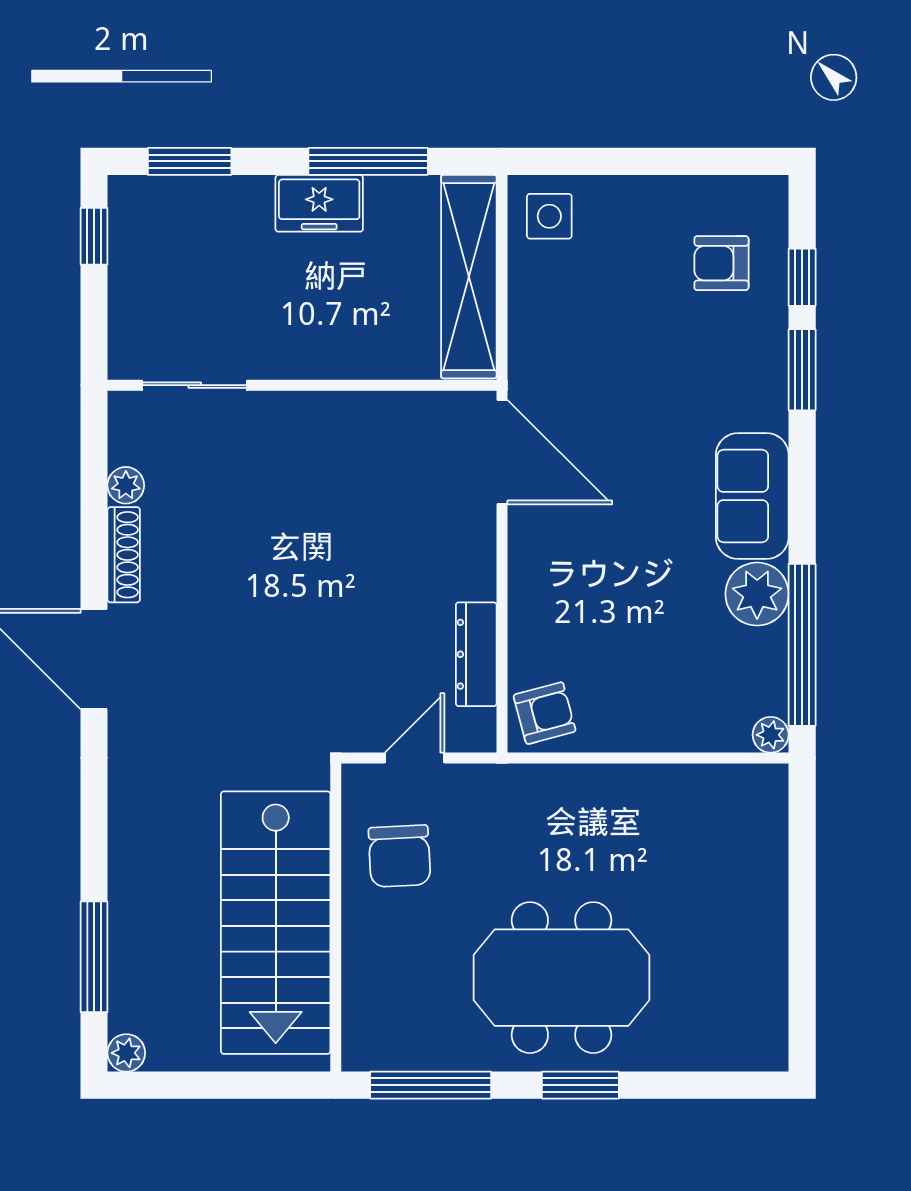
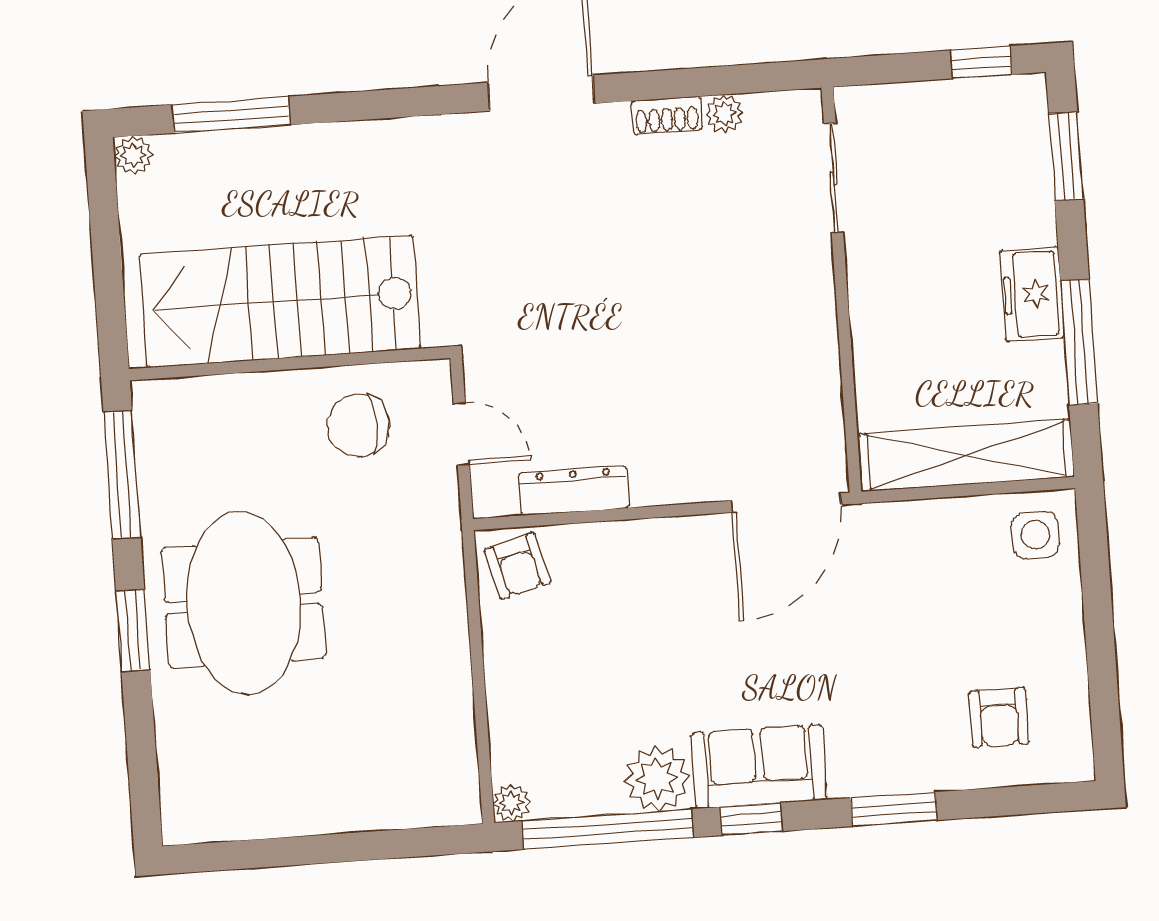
armchair: (721, 263) -> (999, 717), turned 180
window: (802, 277) -> (751, 819), moved
shoe rack: (124, 555) -> (667, 115), width x0.70

